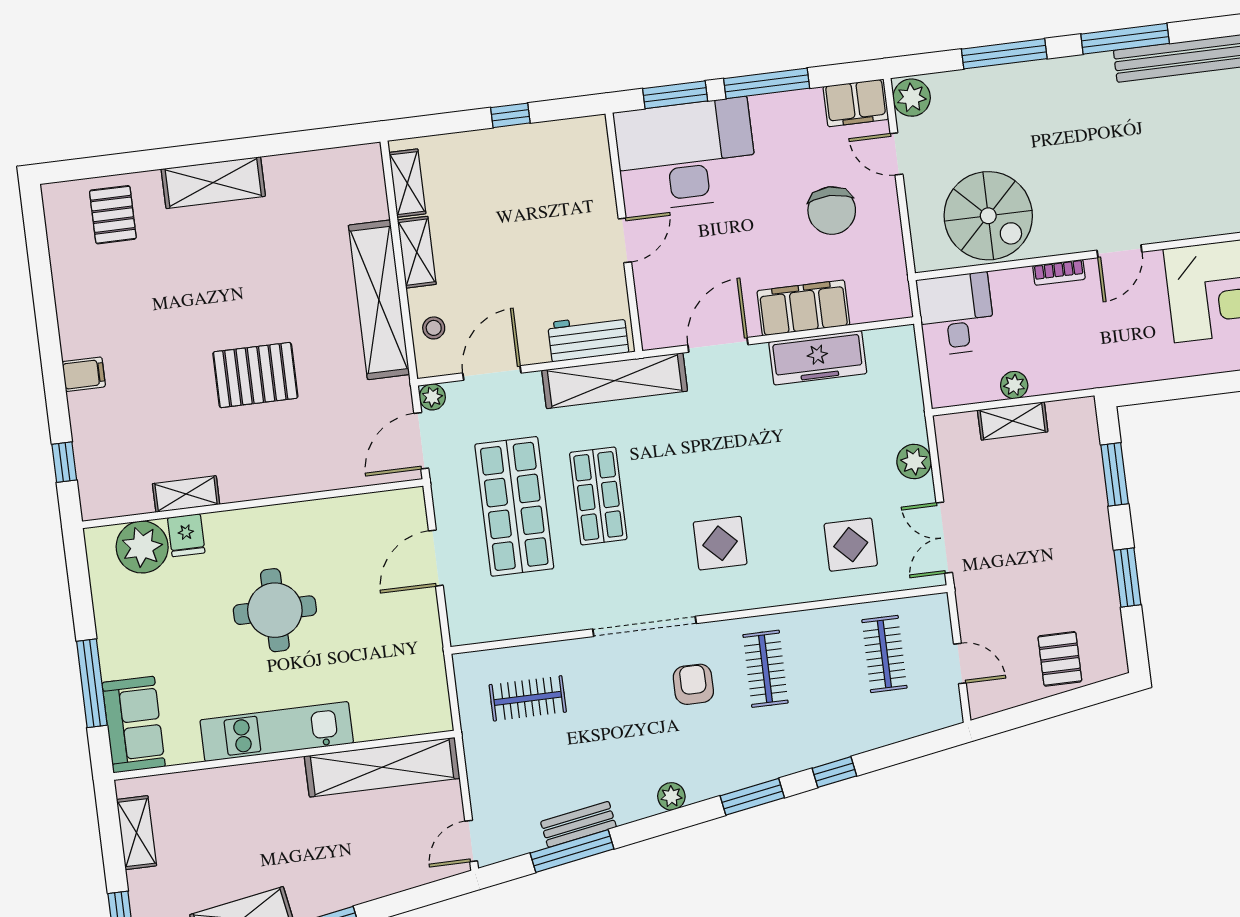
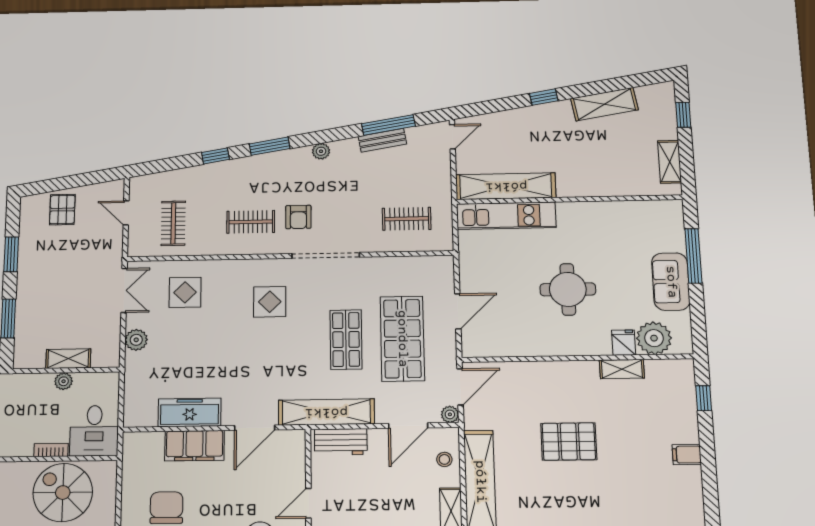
bookcase: (1059, 272) -> (51, 450), moved
clothes rail: (765, 669) -> (251, 222), turned 90
sofa: (134, 725) -> (671, 282), moved
kitchen unit: (277, 732) -> (506, 216), moved

